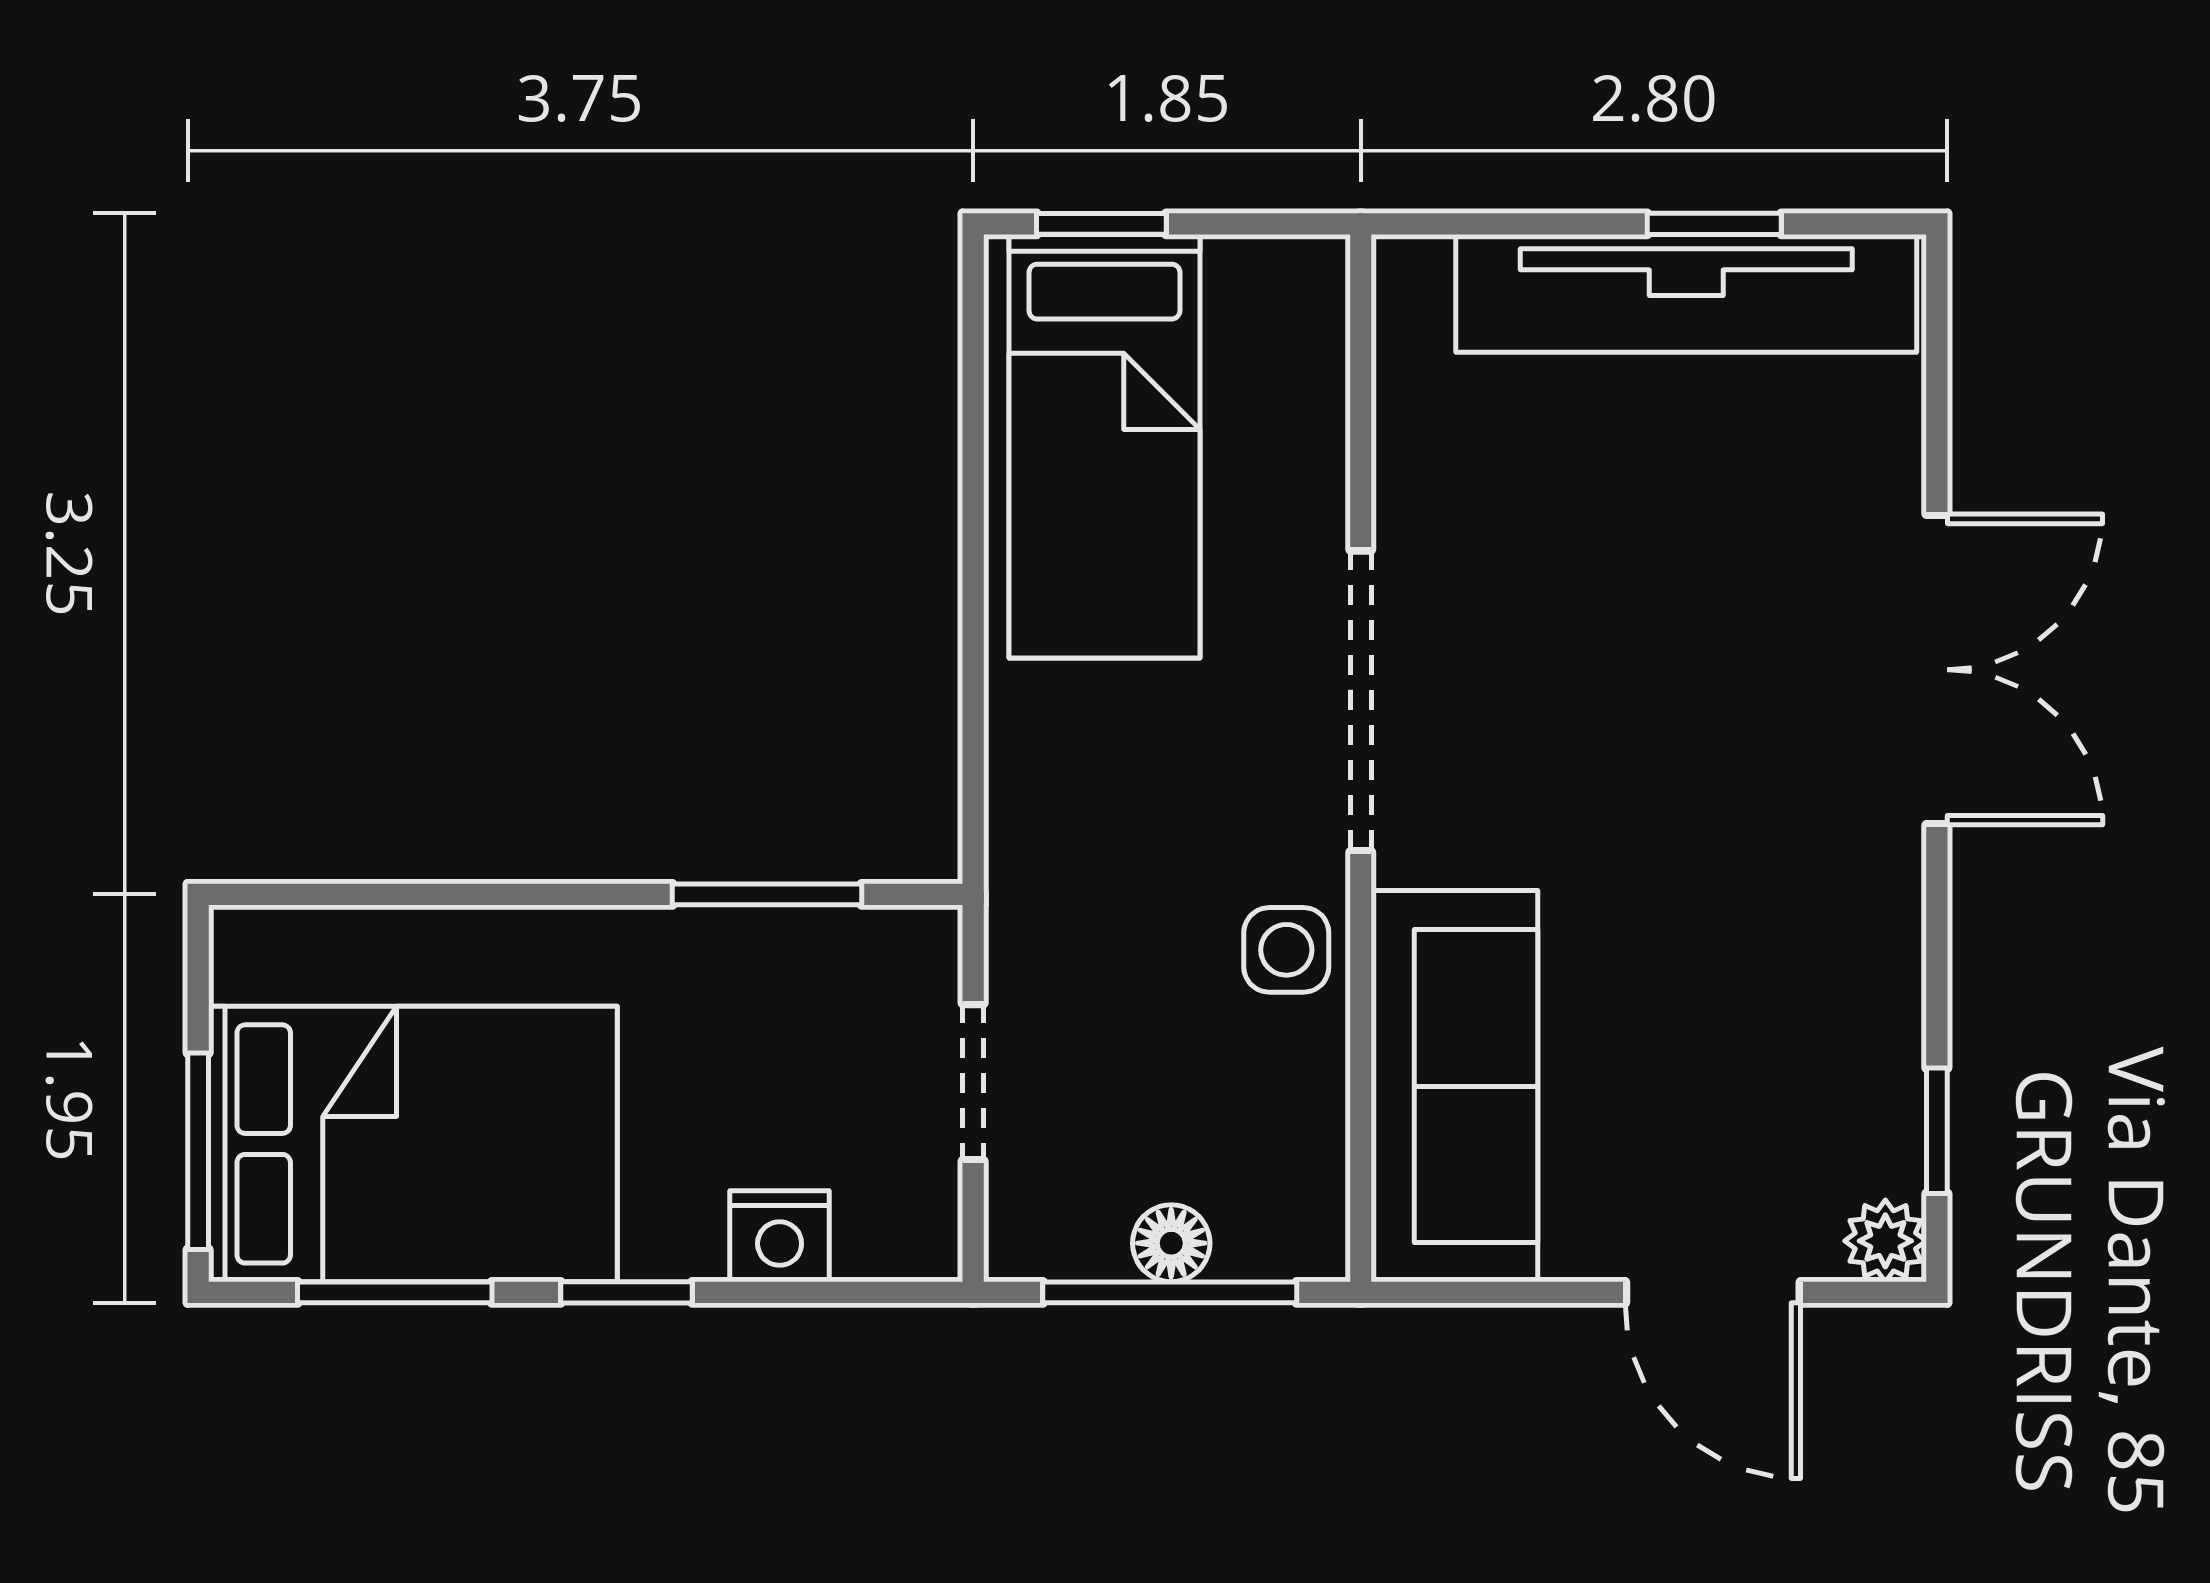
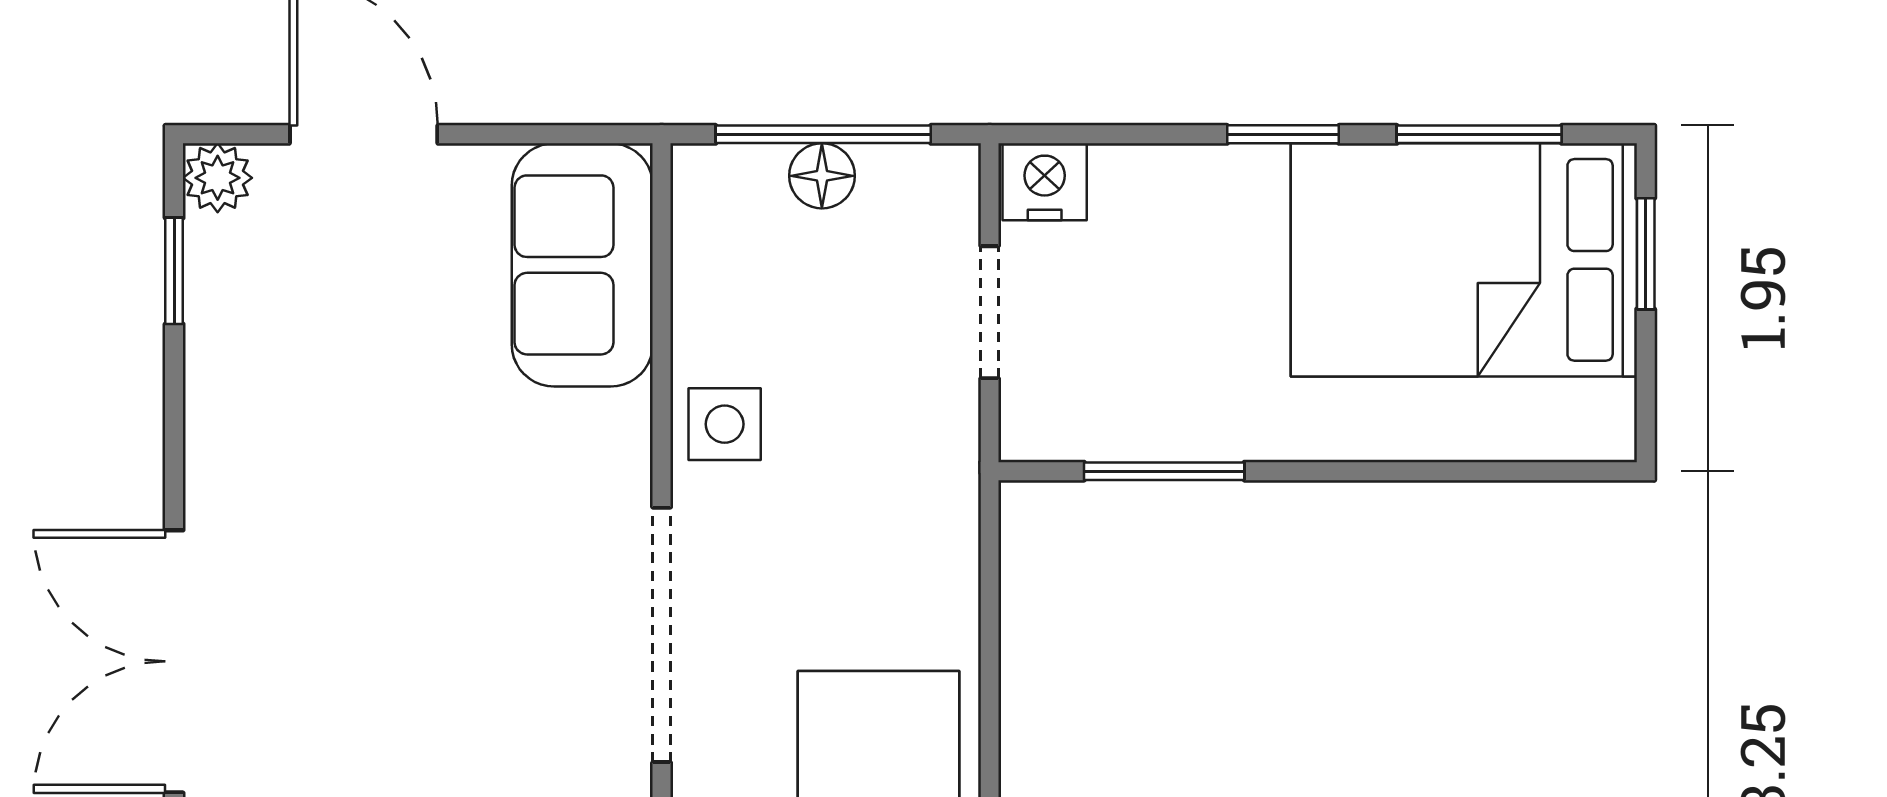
sofa: (1454, 1086) -> (582, 265), width x0.73
window: (198, 1151) -> (1646, 254), width x0.67
nightstand: (780, 1236) -> (1045, 182), moved

